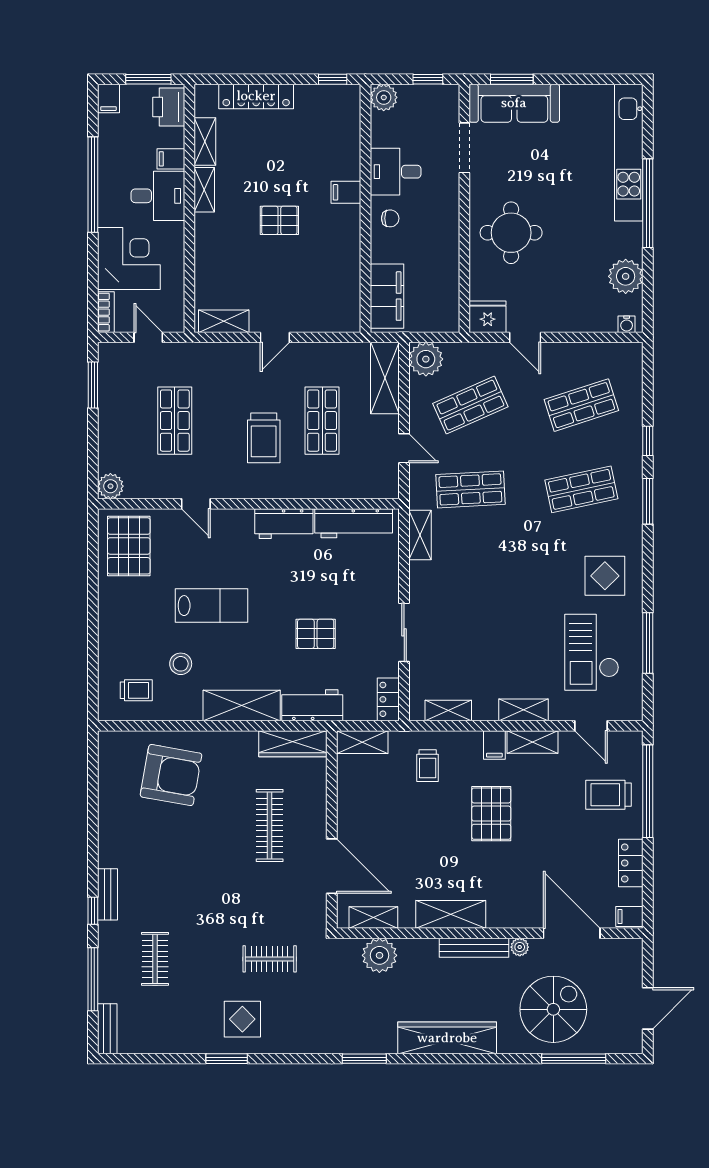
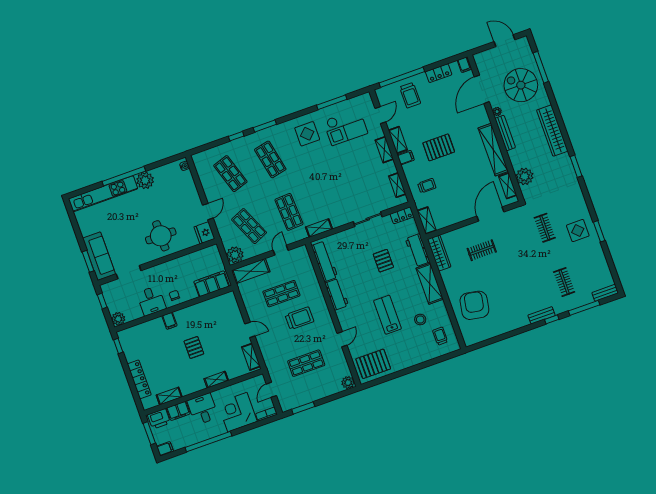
filing cabinet: (171, 159) -> (178, 411), width x2.00
shelving: (204, 190) -> (216, 380), moved
plant: (626, 276) -> (145, 180), moved
clothes rail: (270, 825) -> (482, 250), width x0.73
shelving: (451, 914) -> (493, 150), width x1.47
clothes rail: (155, 959) -> (564, 282), turned 90

